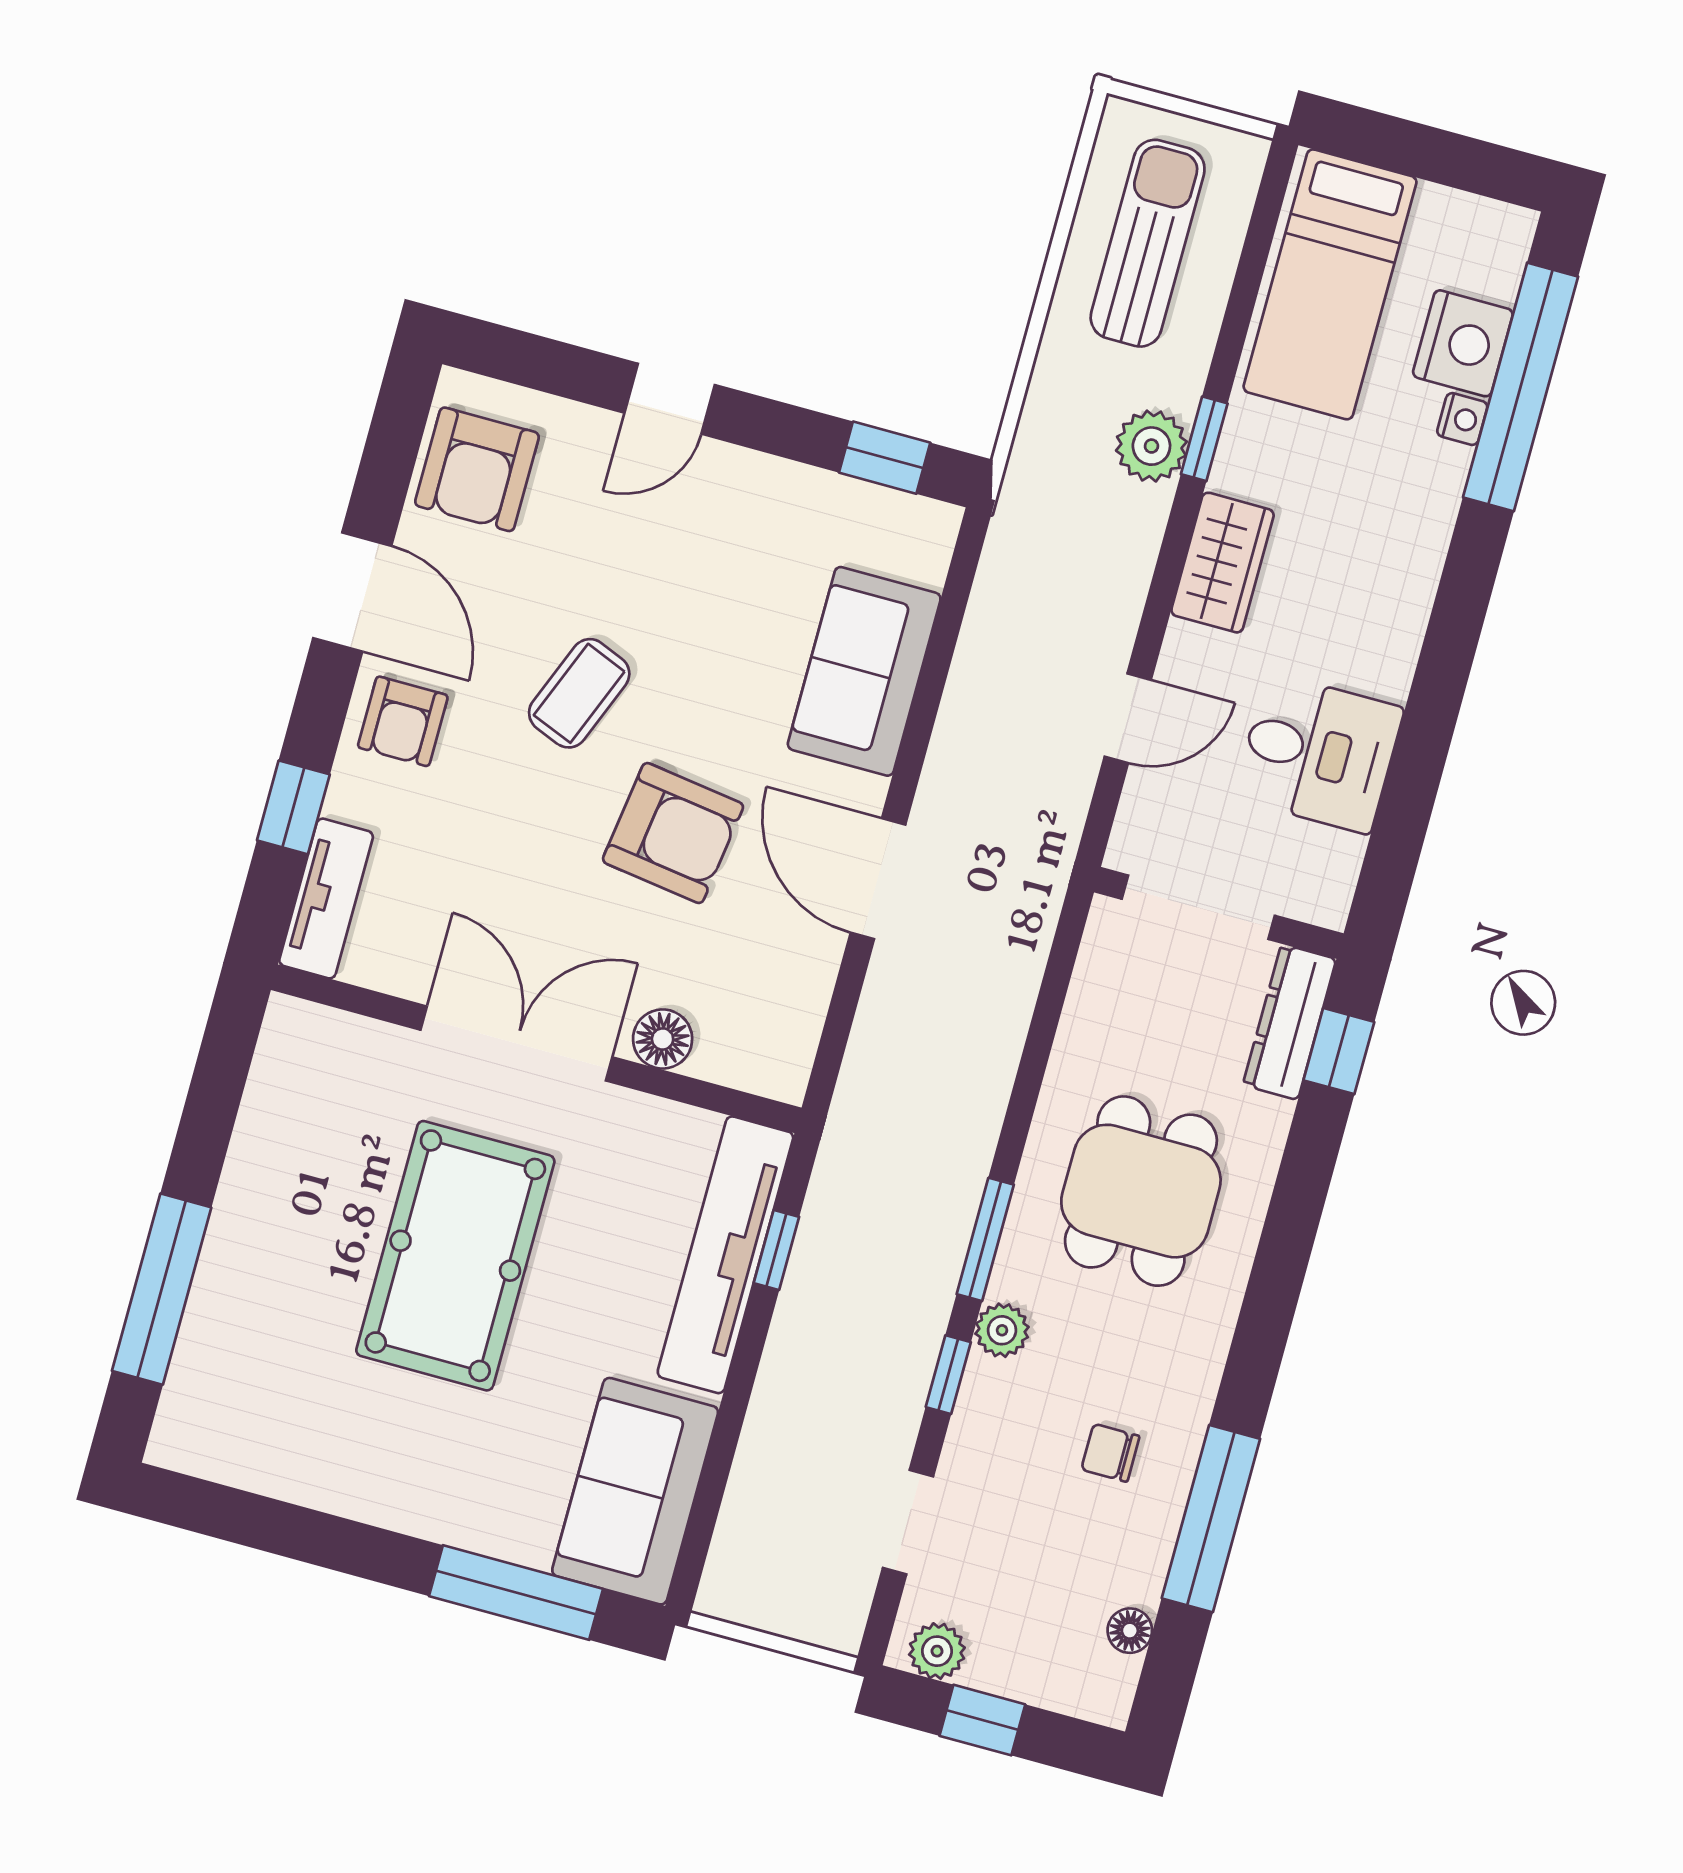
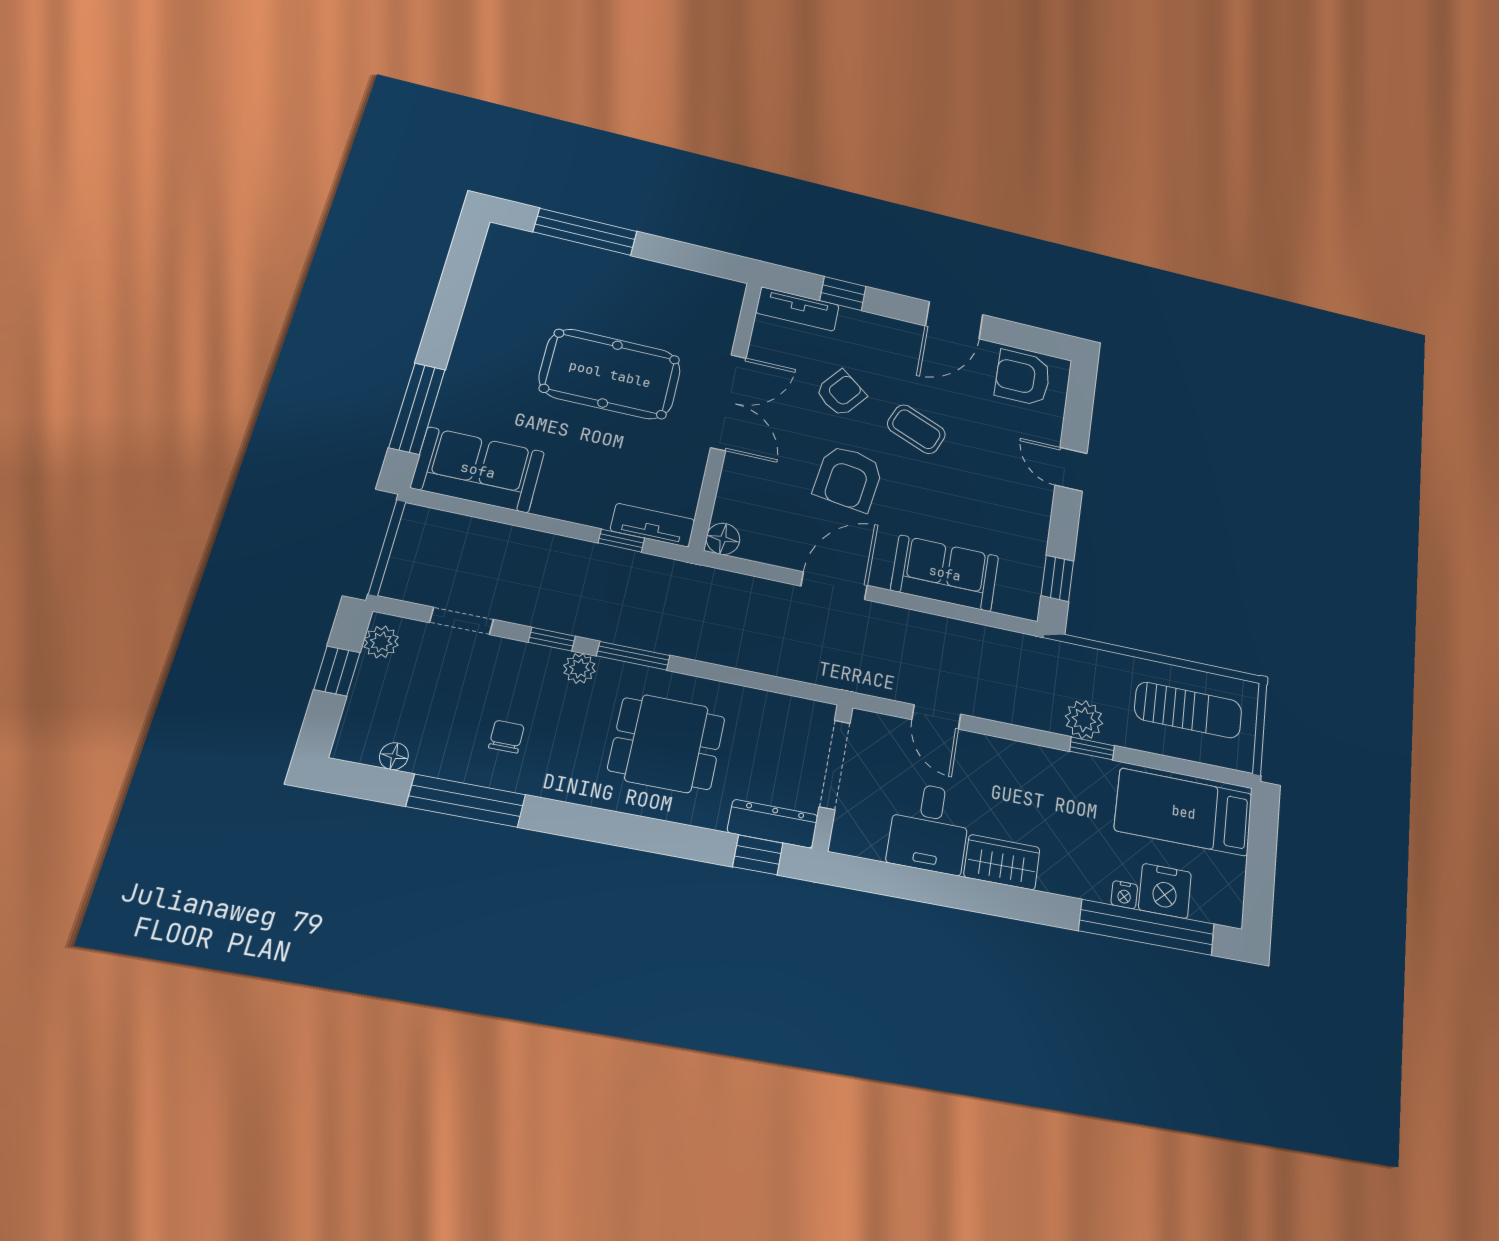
wardrobe: (1223, 563) -> (1002, 862), moved, turned 180
armchair: (403, 721) -> (841, 393), moved, turned 128
floor lamp: (663, 1039) -> (723, 539), moved
tv unit: (725, 1255) -> (653, 525), width x0.52, depth x0.78

